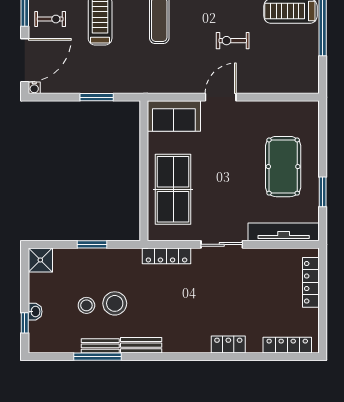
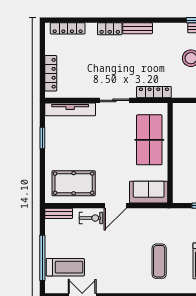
exercise bike: (233, 41) -> (91, 218), moved
bench: (300, 86) -> (59, 213), added
pool table: (283, 167) -> (74, 183), moved, turned 90
bench: (141, 345) -> (138, 28), moved

